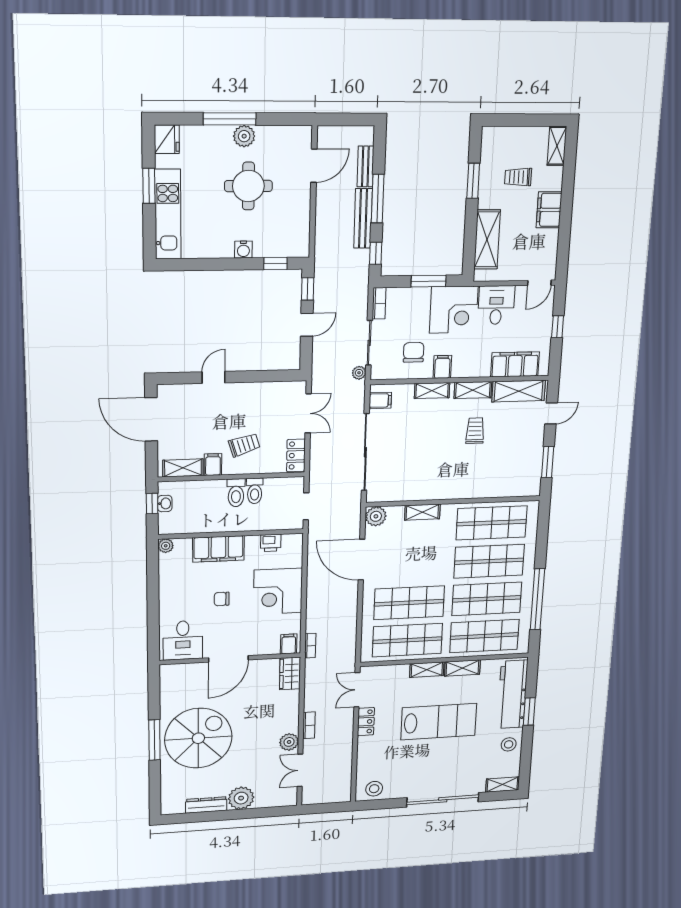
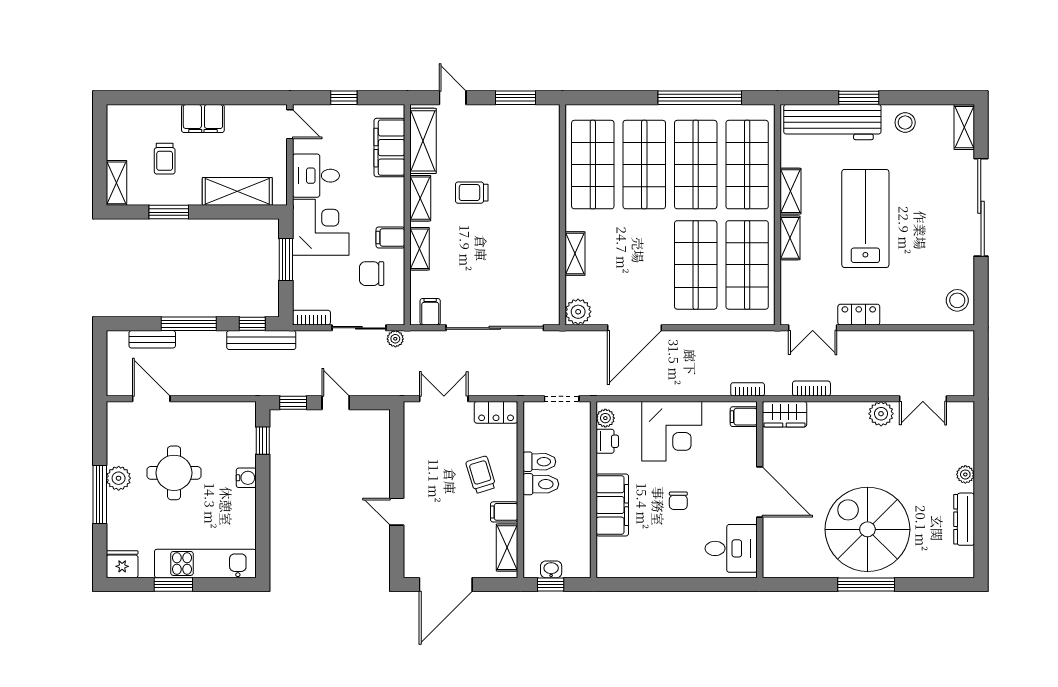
shelving: (557, 146) -> (116, 183), moved, turned 90
bench: (363, 218) -> (261, 340), moved
plant: (166, 546) -> (605, 418), moved
bookcase: (309, 725) -> (811, 389), moved
plant: (241, 798) -> (965, 474), width x0.53, depth x0.53

